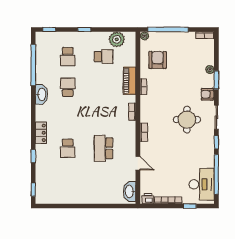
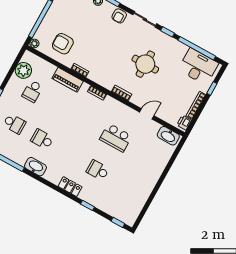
school desk: (103, 57) -> (32, 91), turned 180
round table: (187, 120) -> (145, 64), moved
school desk: (68, 148) -> (98, 170), turned 180

